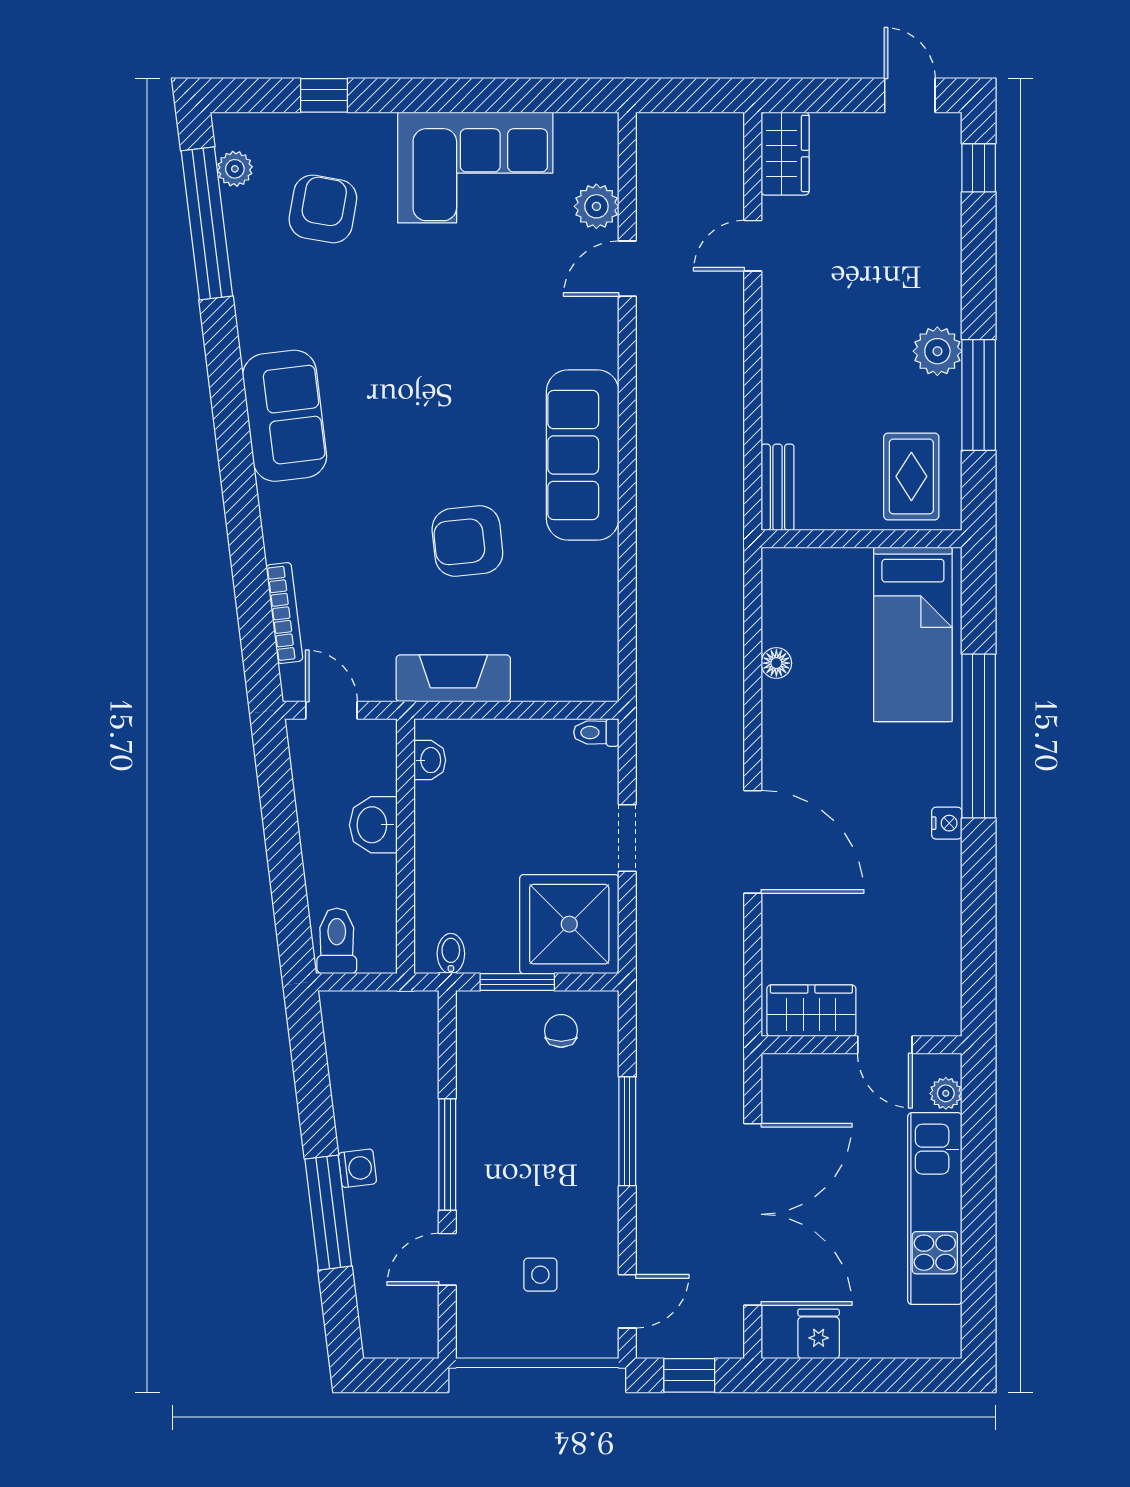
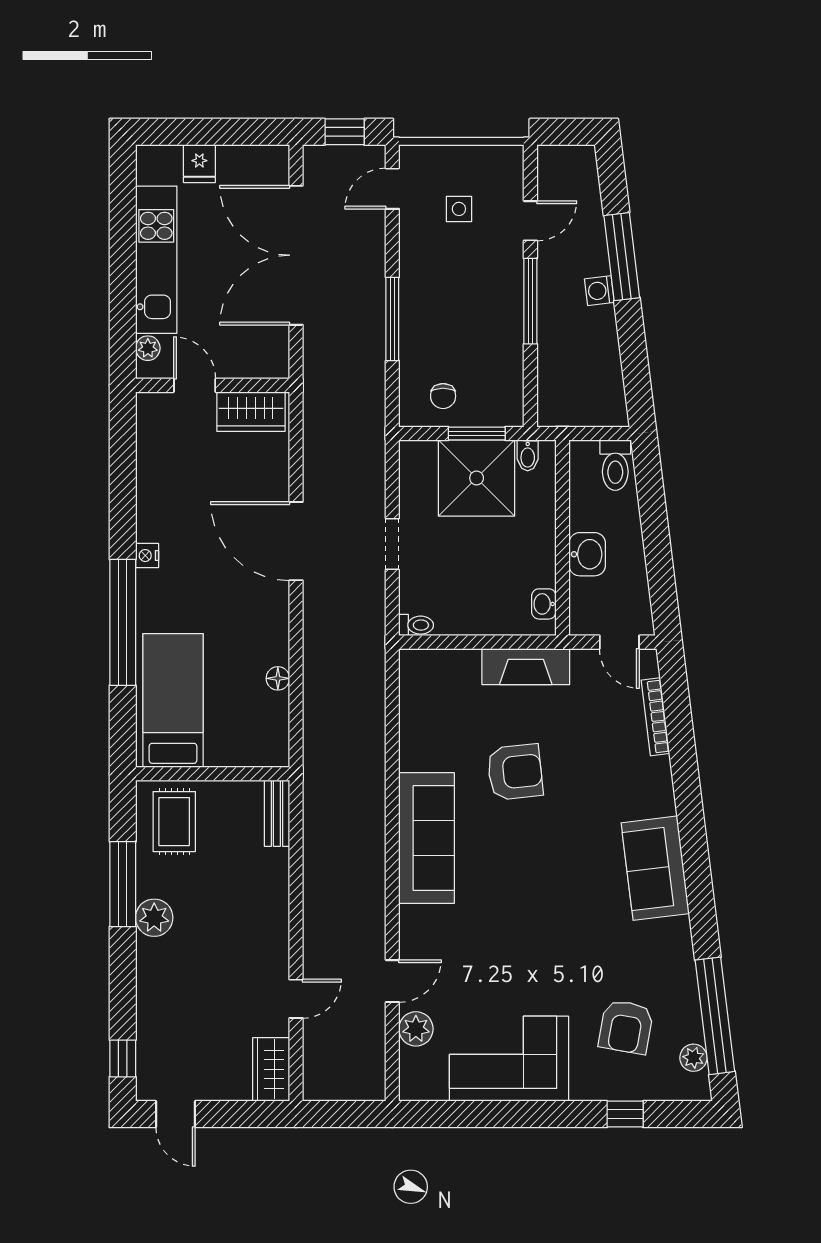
shower: (569, 924) -> (477, 478), moved
fridge: (819, 1334) -> (199, 164), moved

